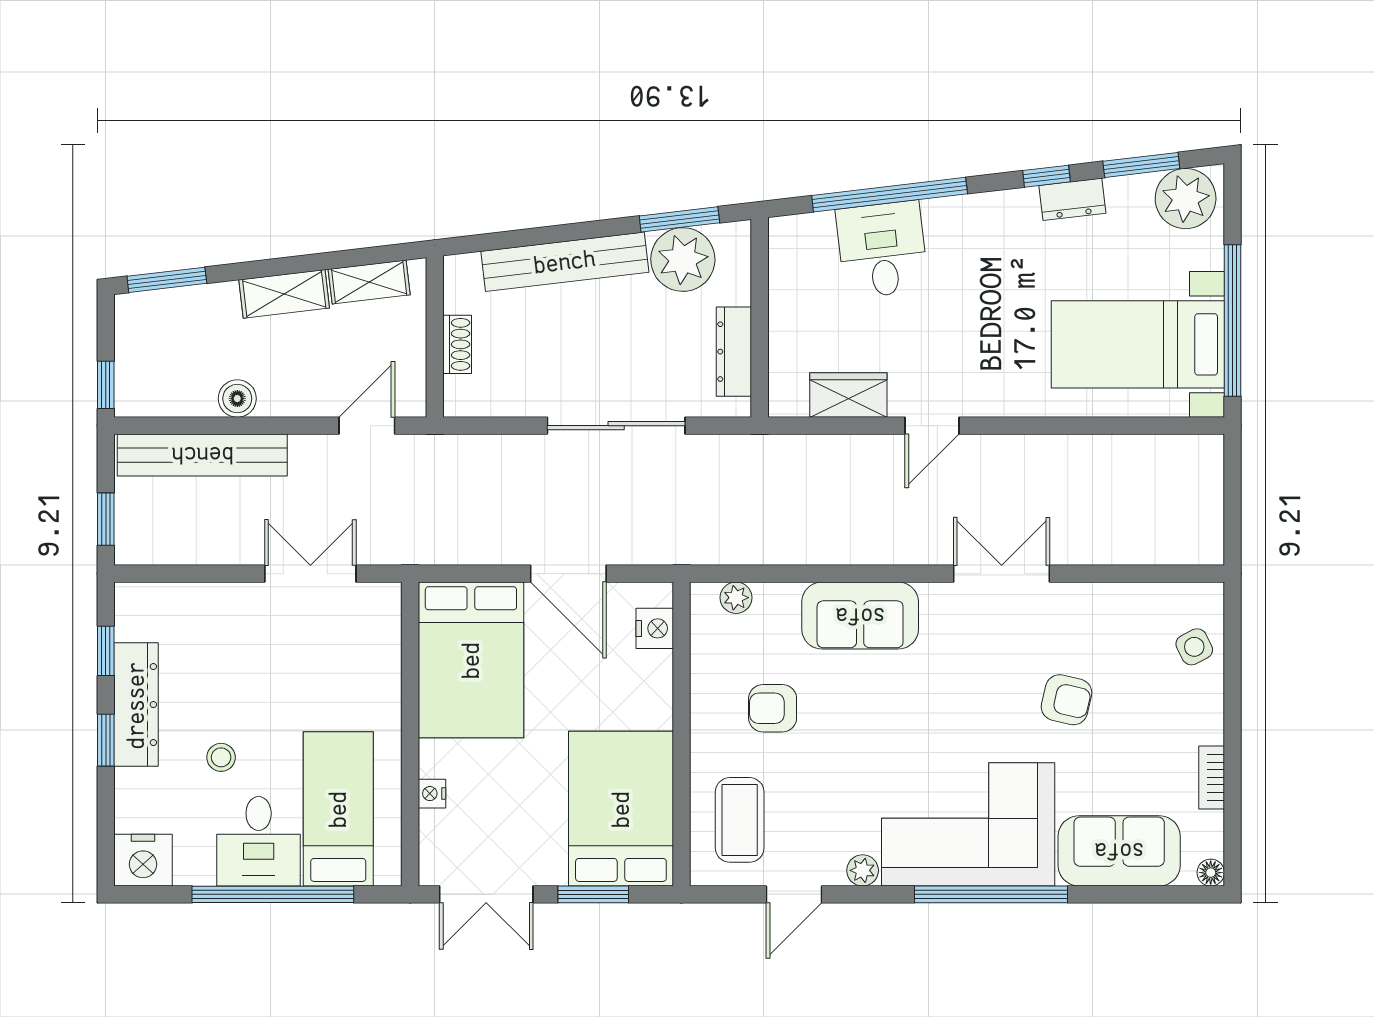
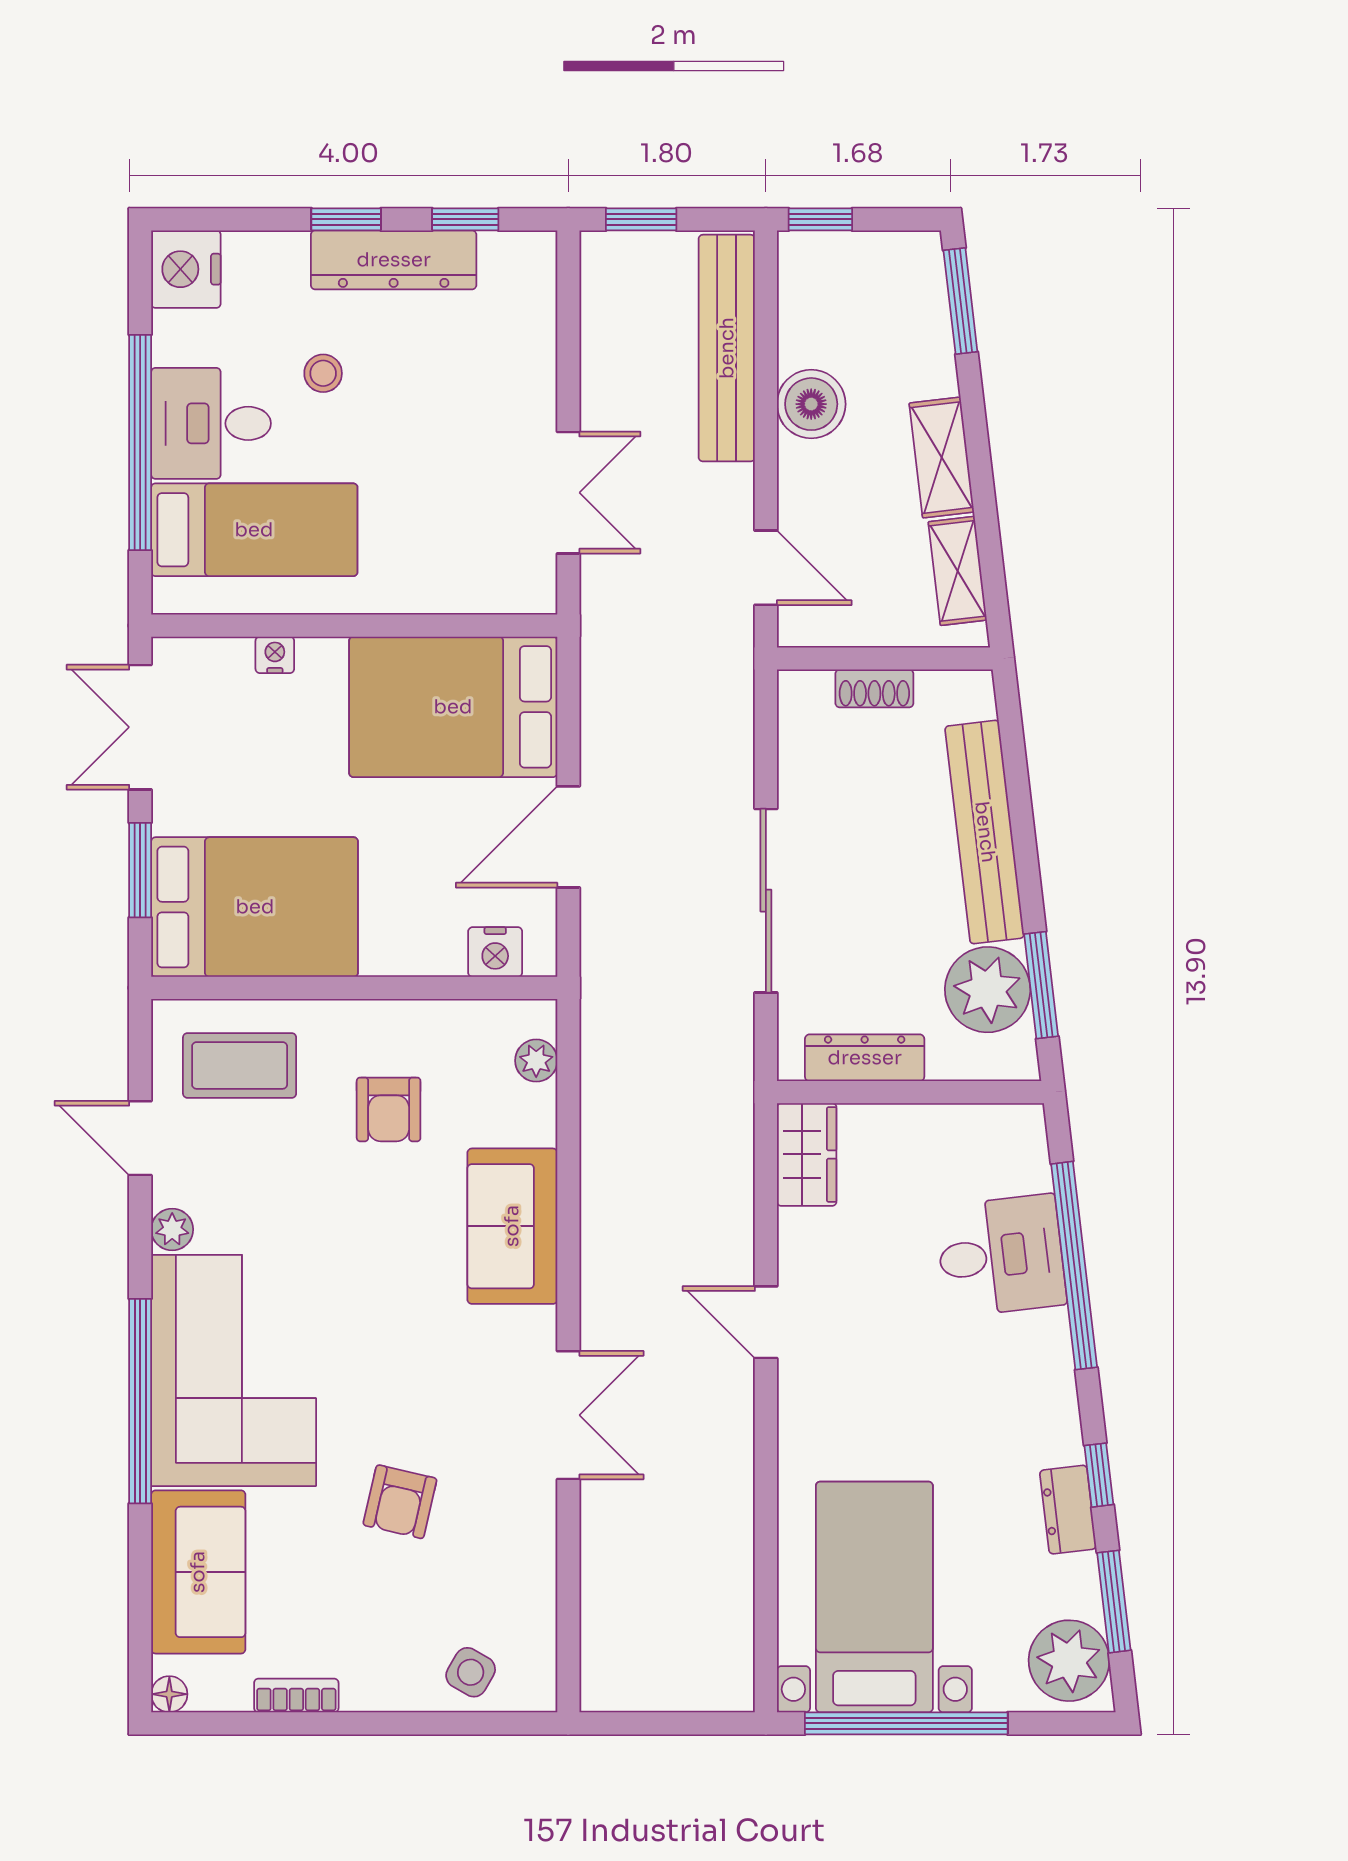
wardrobe: (848, 395) -> (807, 1154), moved
boiler: (237, 399) -> (811, 404), width x1.36, depth x1.36
side table: (1194, 647) -> (471, 1672), turned -33
armchair: (773, 708) -> (389, 1109), turned 180

